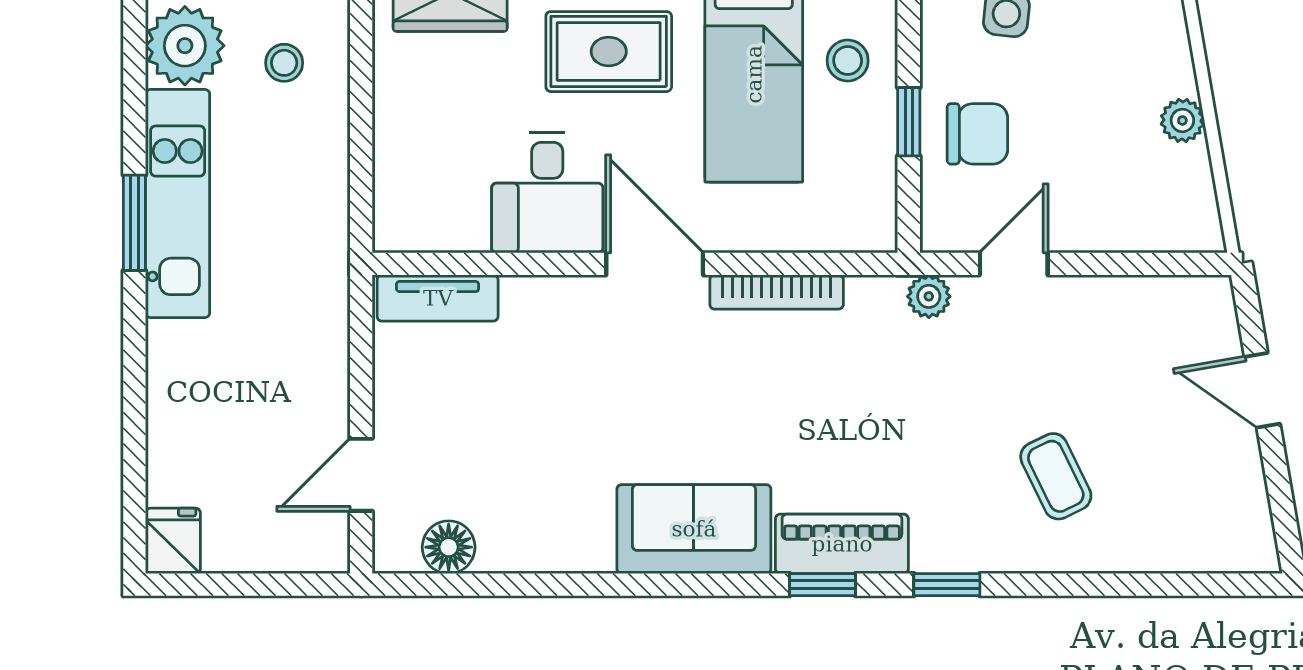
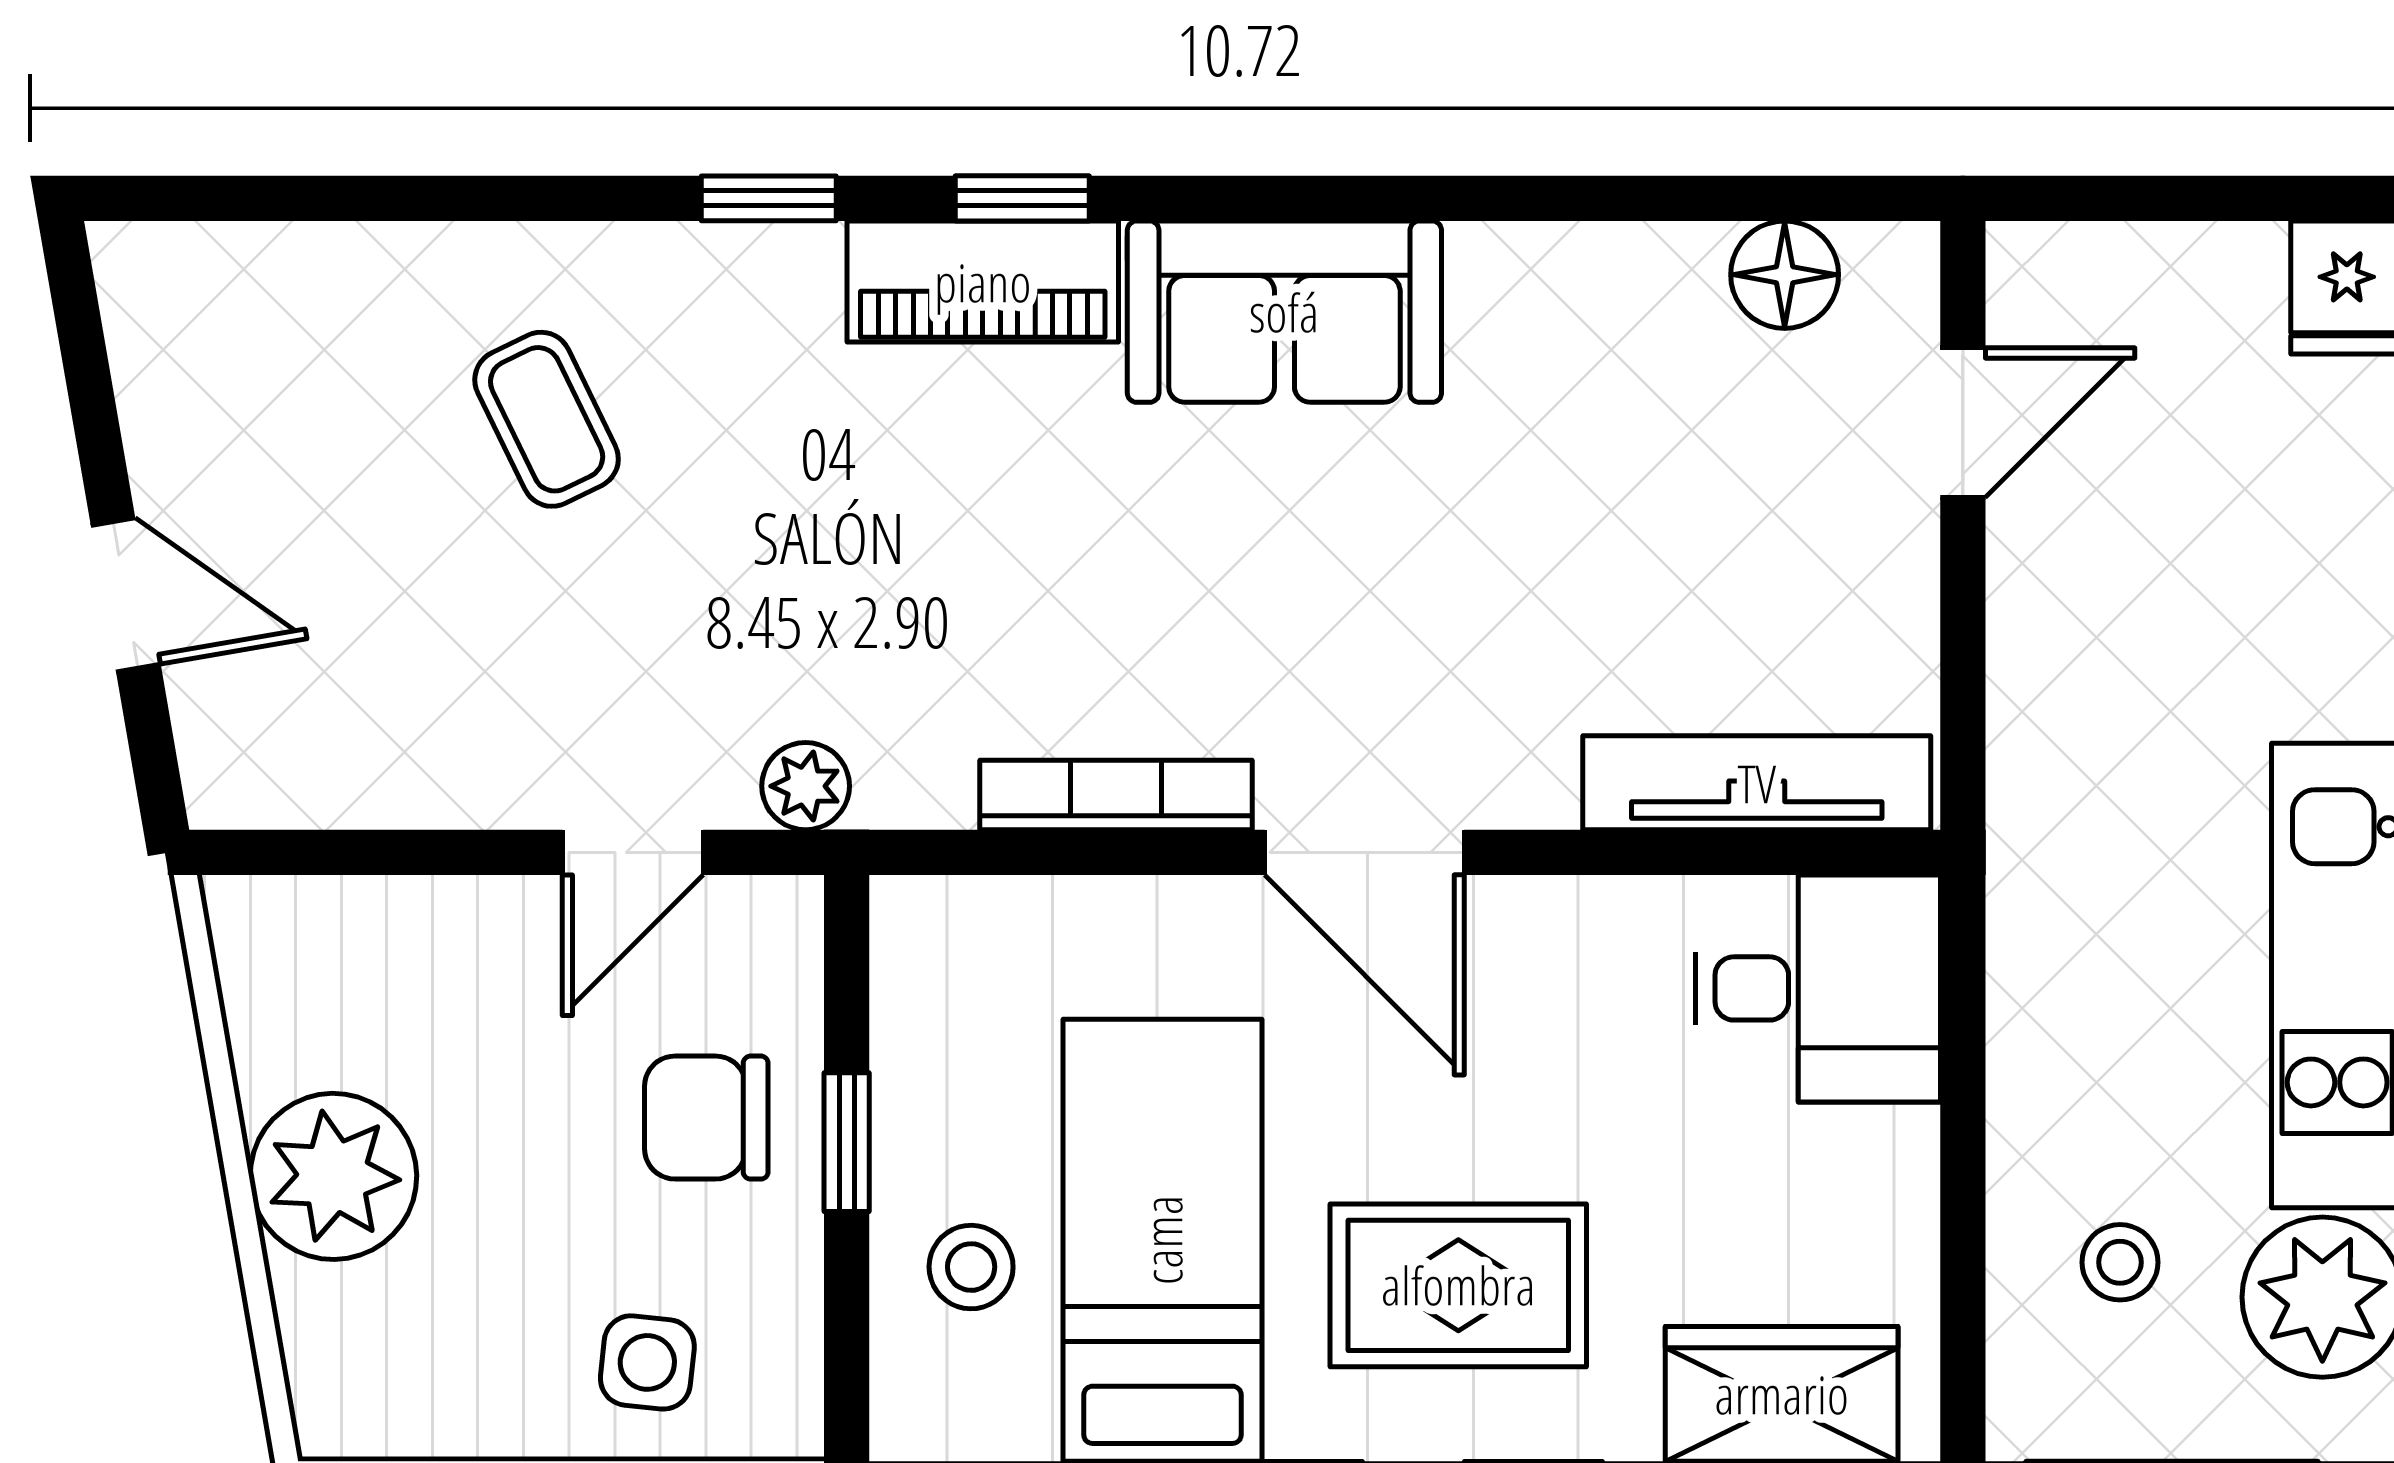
plant: (1182, 120) -> (333, 1176), width x1.87, depth x1.87
desk: (547, 193) -> (1818, 988), moved, turned 90
tv unit: (438, 298) -> (1757, 783), width x1.41

